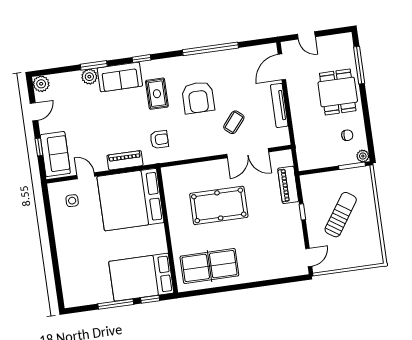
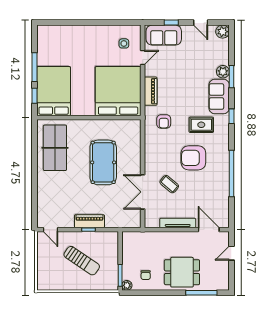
piano: (288, 185) -> (89, 221), moved

